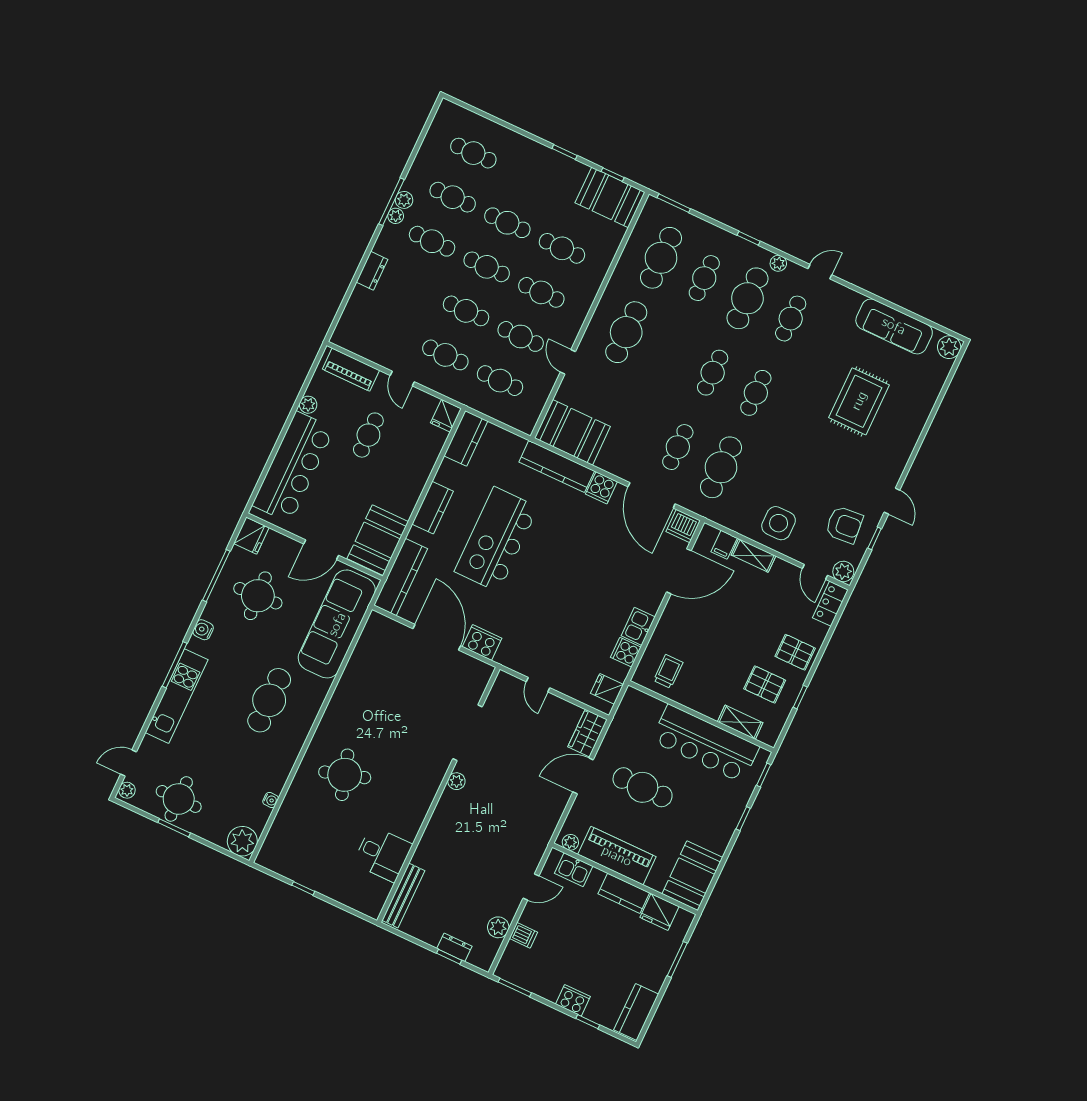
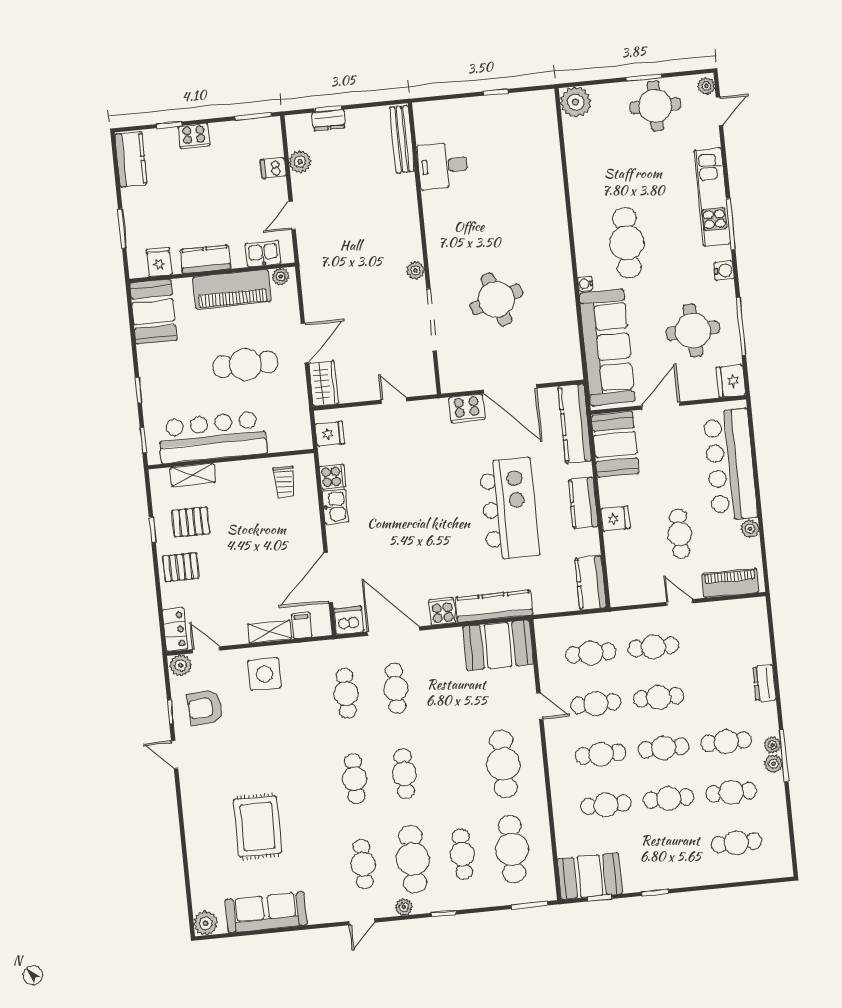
fridge: (446, 416) -> (615, 519), moved, turned 90
cafe table: (721, 467) -> (346, 693), width x0.73, depth x0.74
round table: (345, 775) -> (496, 299), moved
water cooler: (271, 800) -> (585, 284), moved
fridge: (659, 912) -> (159, 262), width x0.72

